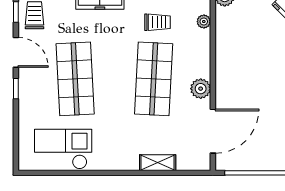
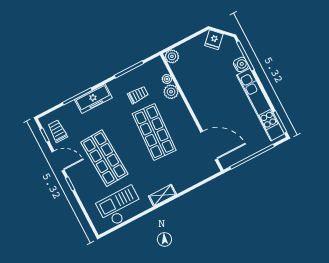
plant: (201, 89) -> (171, 92), moved
door: (213, 131) -> (209, 146), hinge flipped
shelving: (158, 163) -> (162, 195), moved

